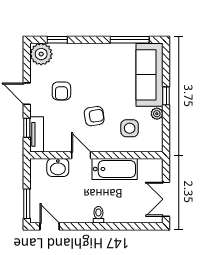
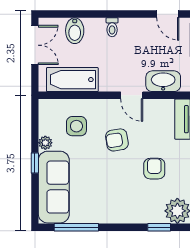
washbasin: (58, 168) -> (163, 81), width x1.38
bathtub: (115, 169) -> (72, 80), moved
bidet: (131, 212) -> (75, 31), added

